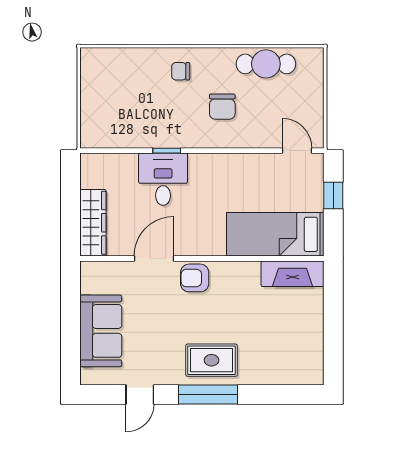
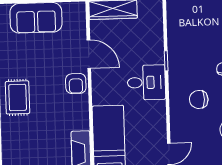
desk: (163, 179) -> (146, 82), moved
armchair: (195, 278) -> (76, 84), turned 180

